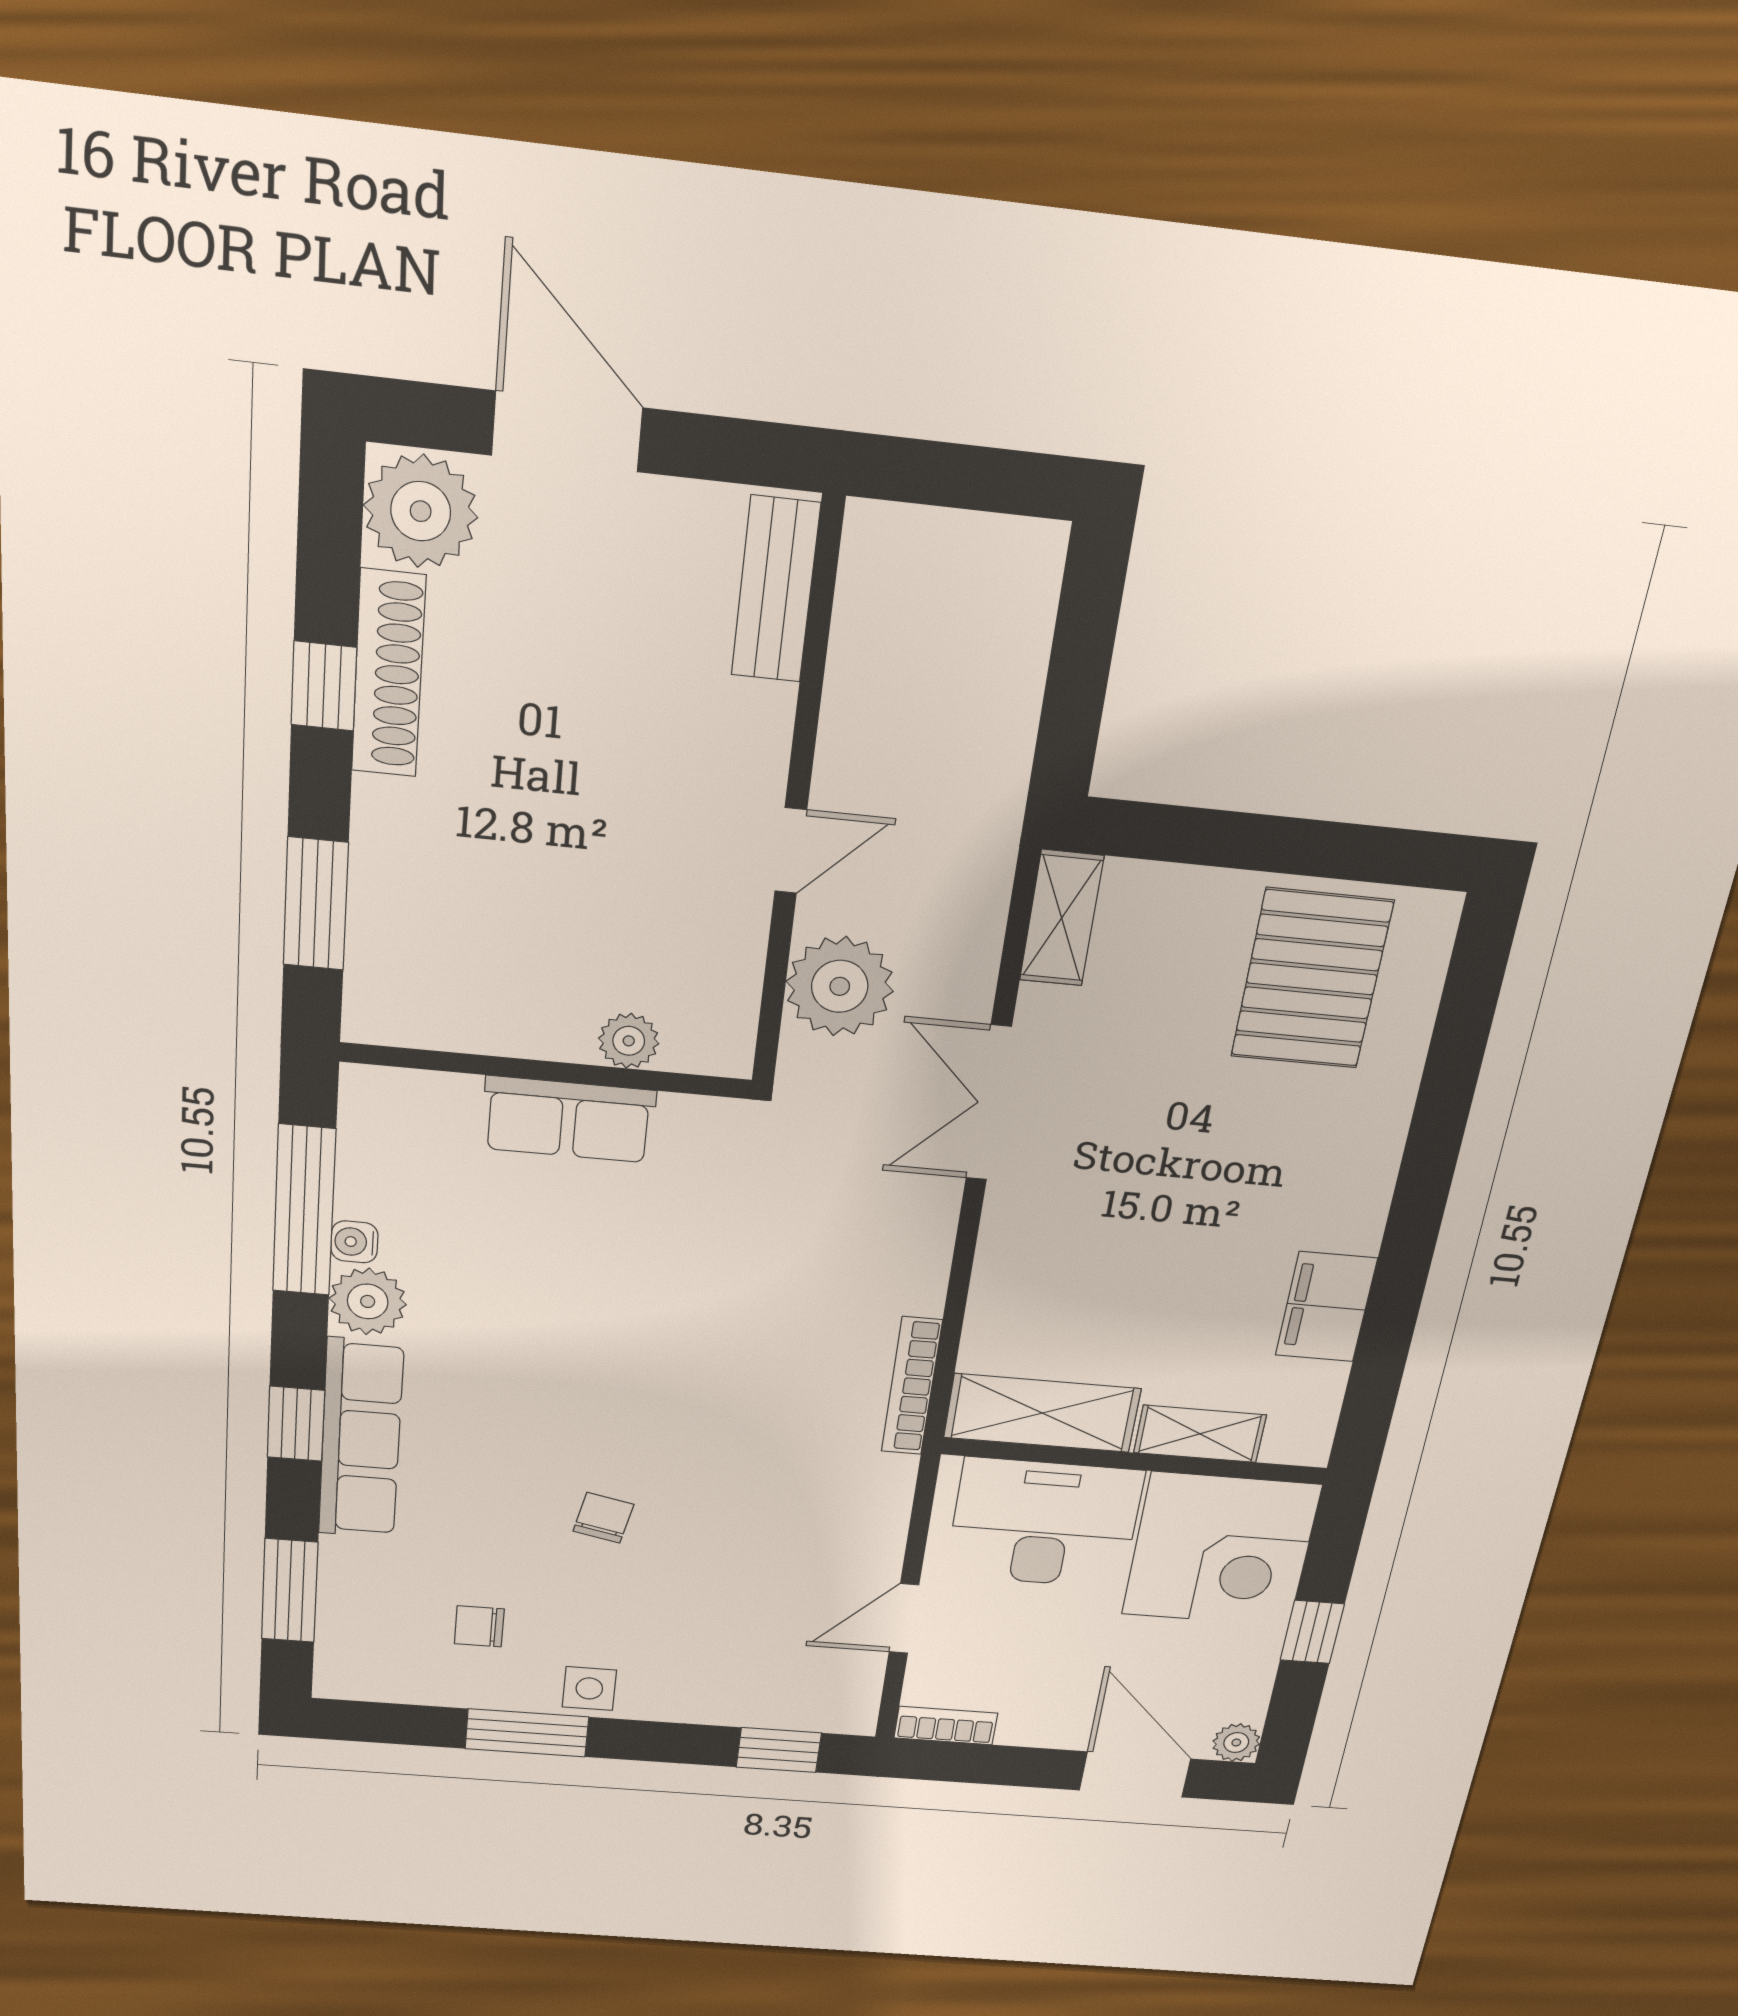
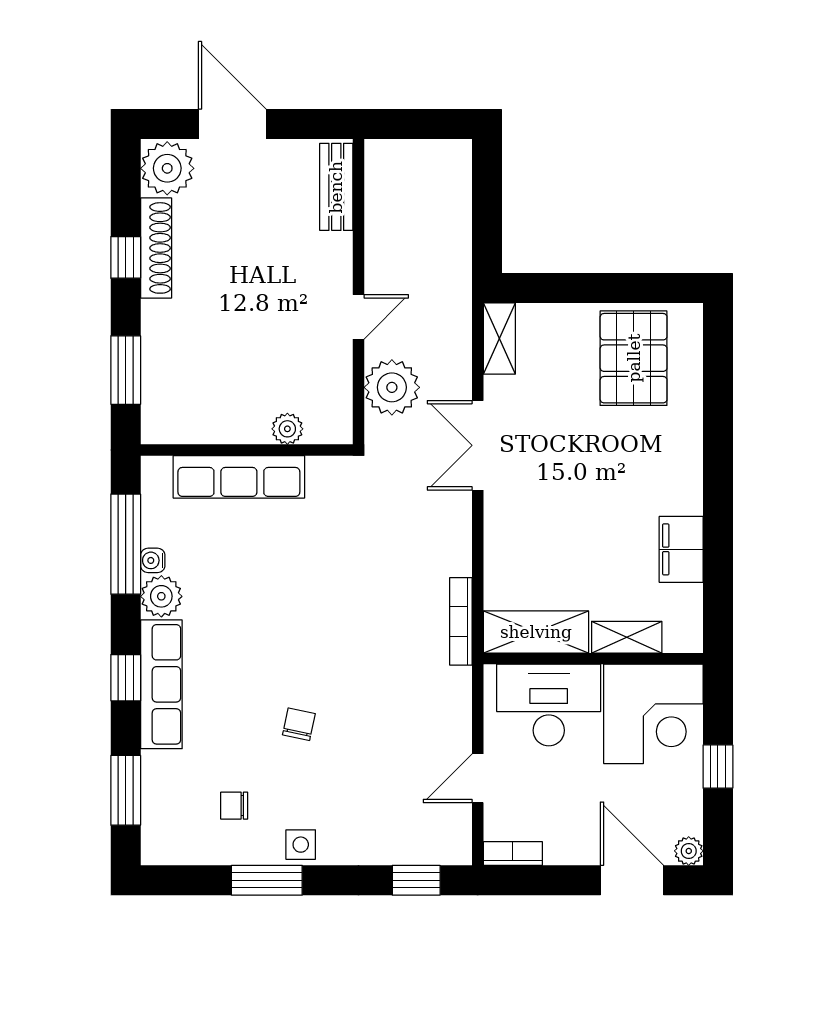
row of seats: (569, 1120) -> (239, 477), width x1.48

